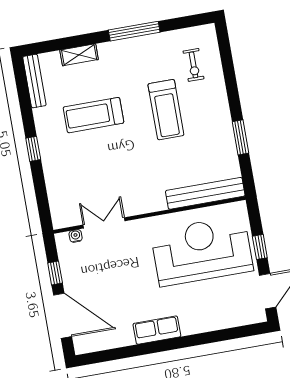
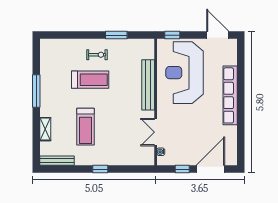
exercise bike: (193, 65) -> (97, 55), moved
bench: (205, 193) -> (148, 85), moved
window: (260, 247) -> (172, 35), moved
row of seats: (157, 330) -> (230, 95), width x2.02

